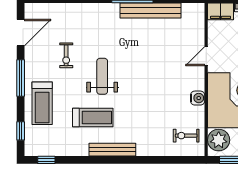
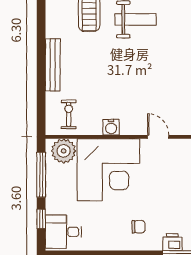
bench: (112, 150) -> (53, 65), moved

